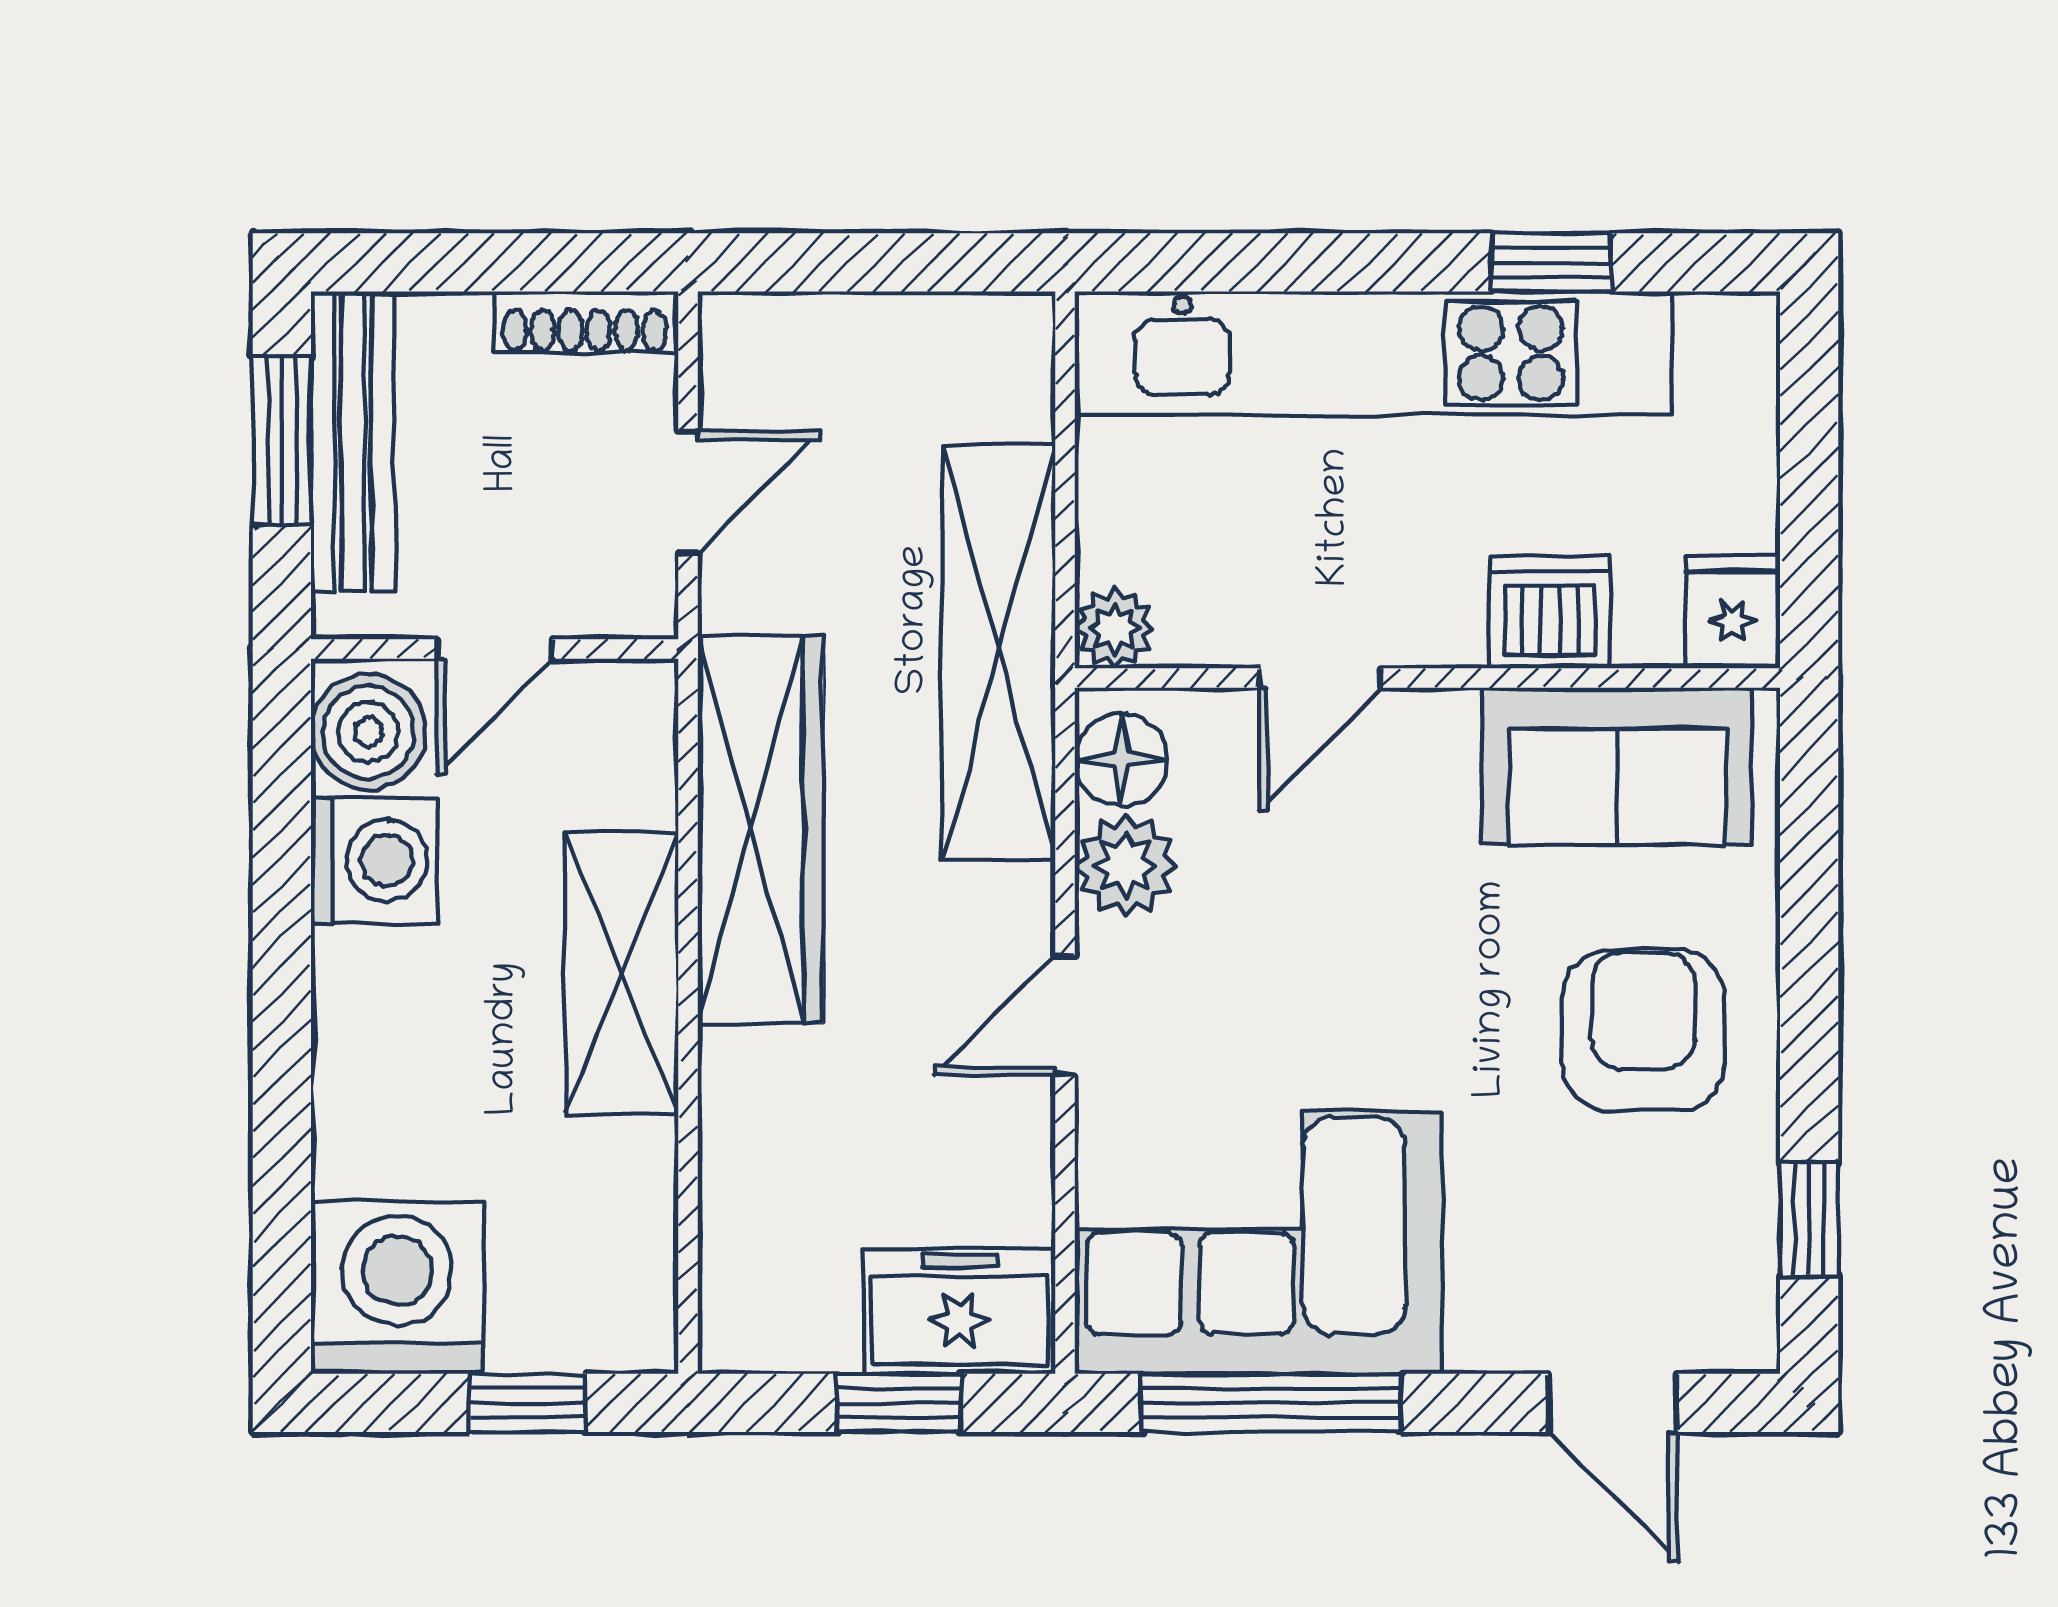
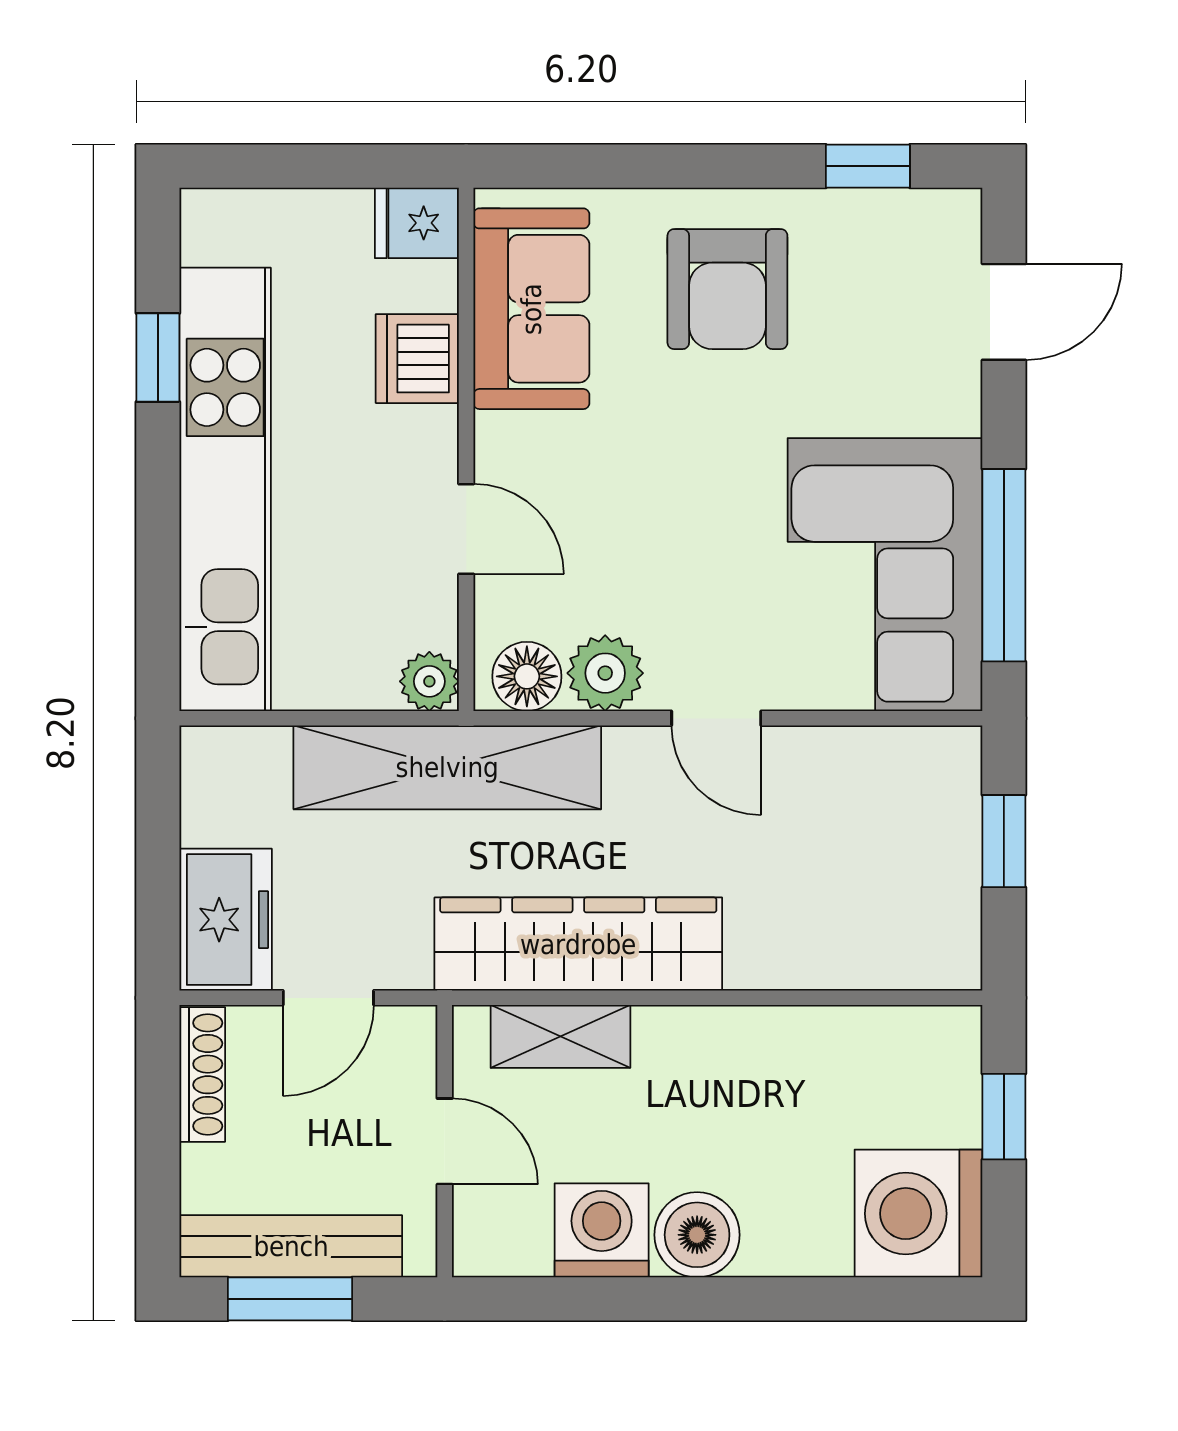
door: (688, 492) -> (328, 998), swing flipped
boiler: (368, 732) -> (697, 1235), moved
shelving: (622, 974) -> (560, 1036), moved, width x0.67, depth x0.75
armchair: (1643, 1030) -> (727, 289), turned -90
freezer: (959, 1312) -> (226, 920), moved, turned 180

